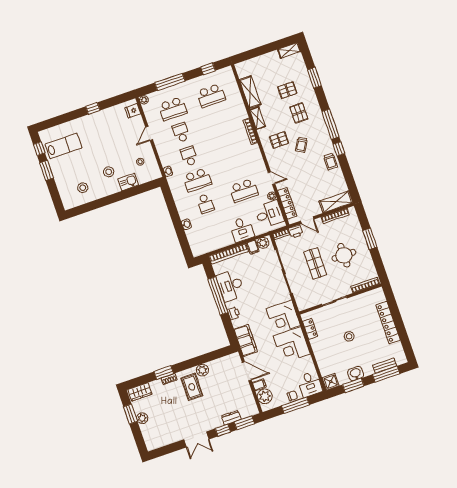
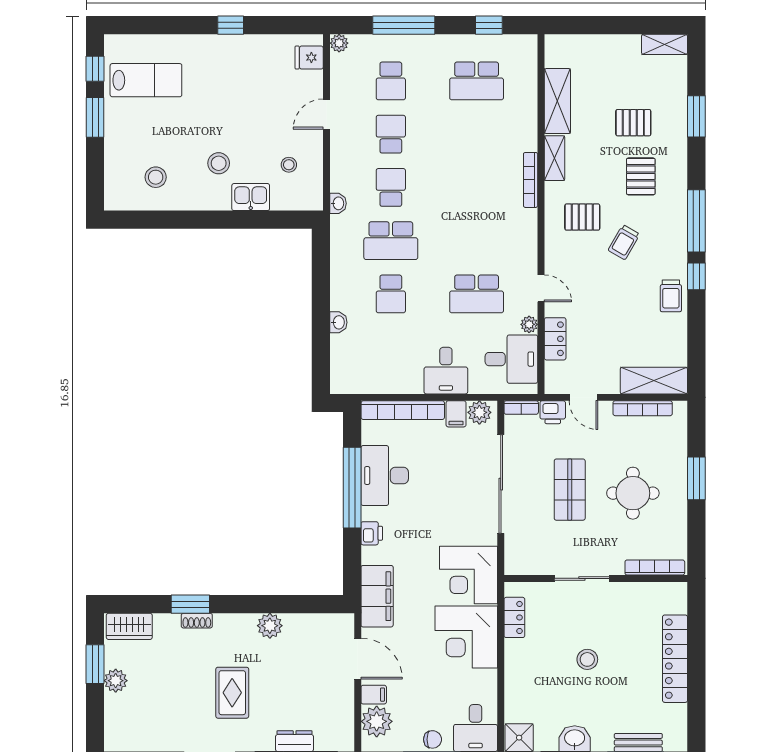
school desk: (173, 109) -> (391, 81), width x0.54
locker: (287, 203) -> (555, 339), width x0.66
rug: (192, 387) -> (232, 693), moved

